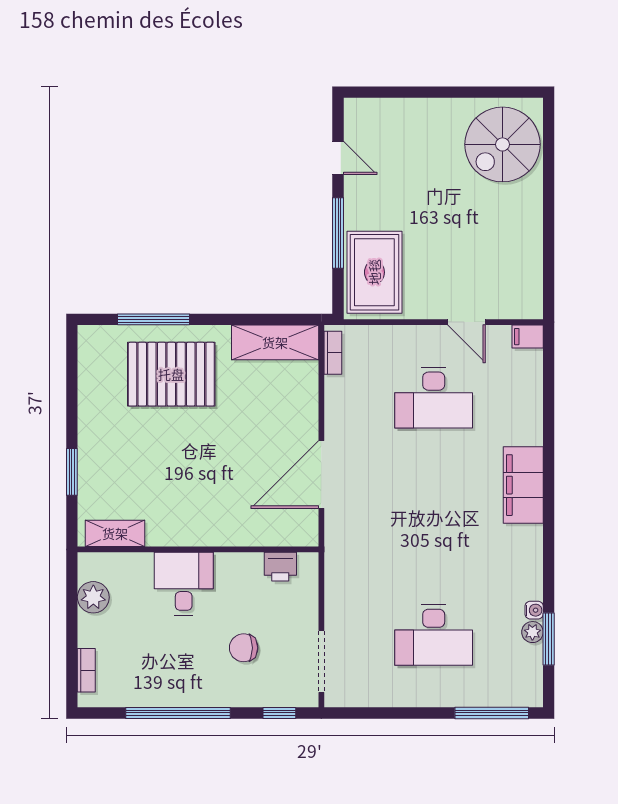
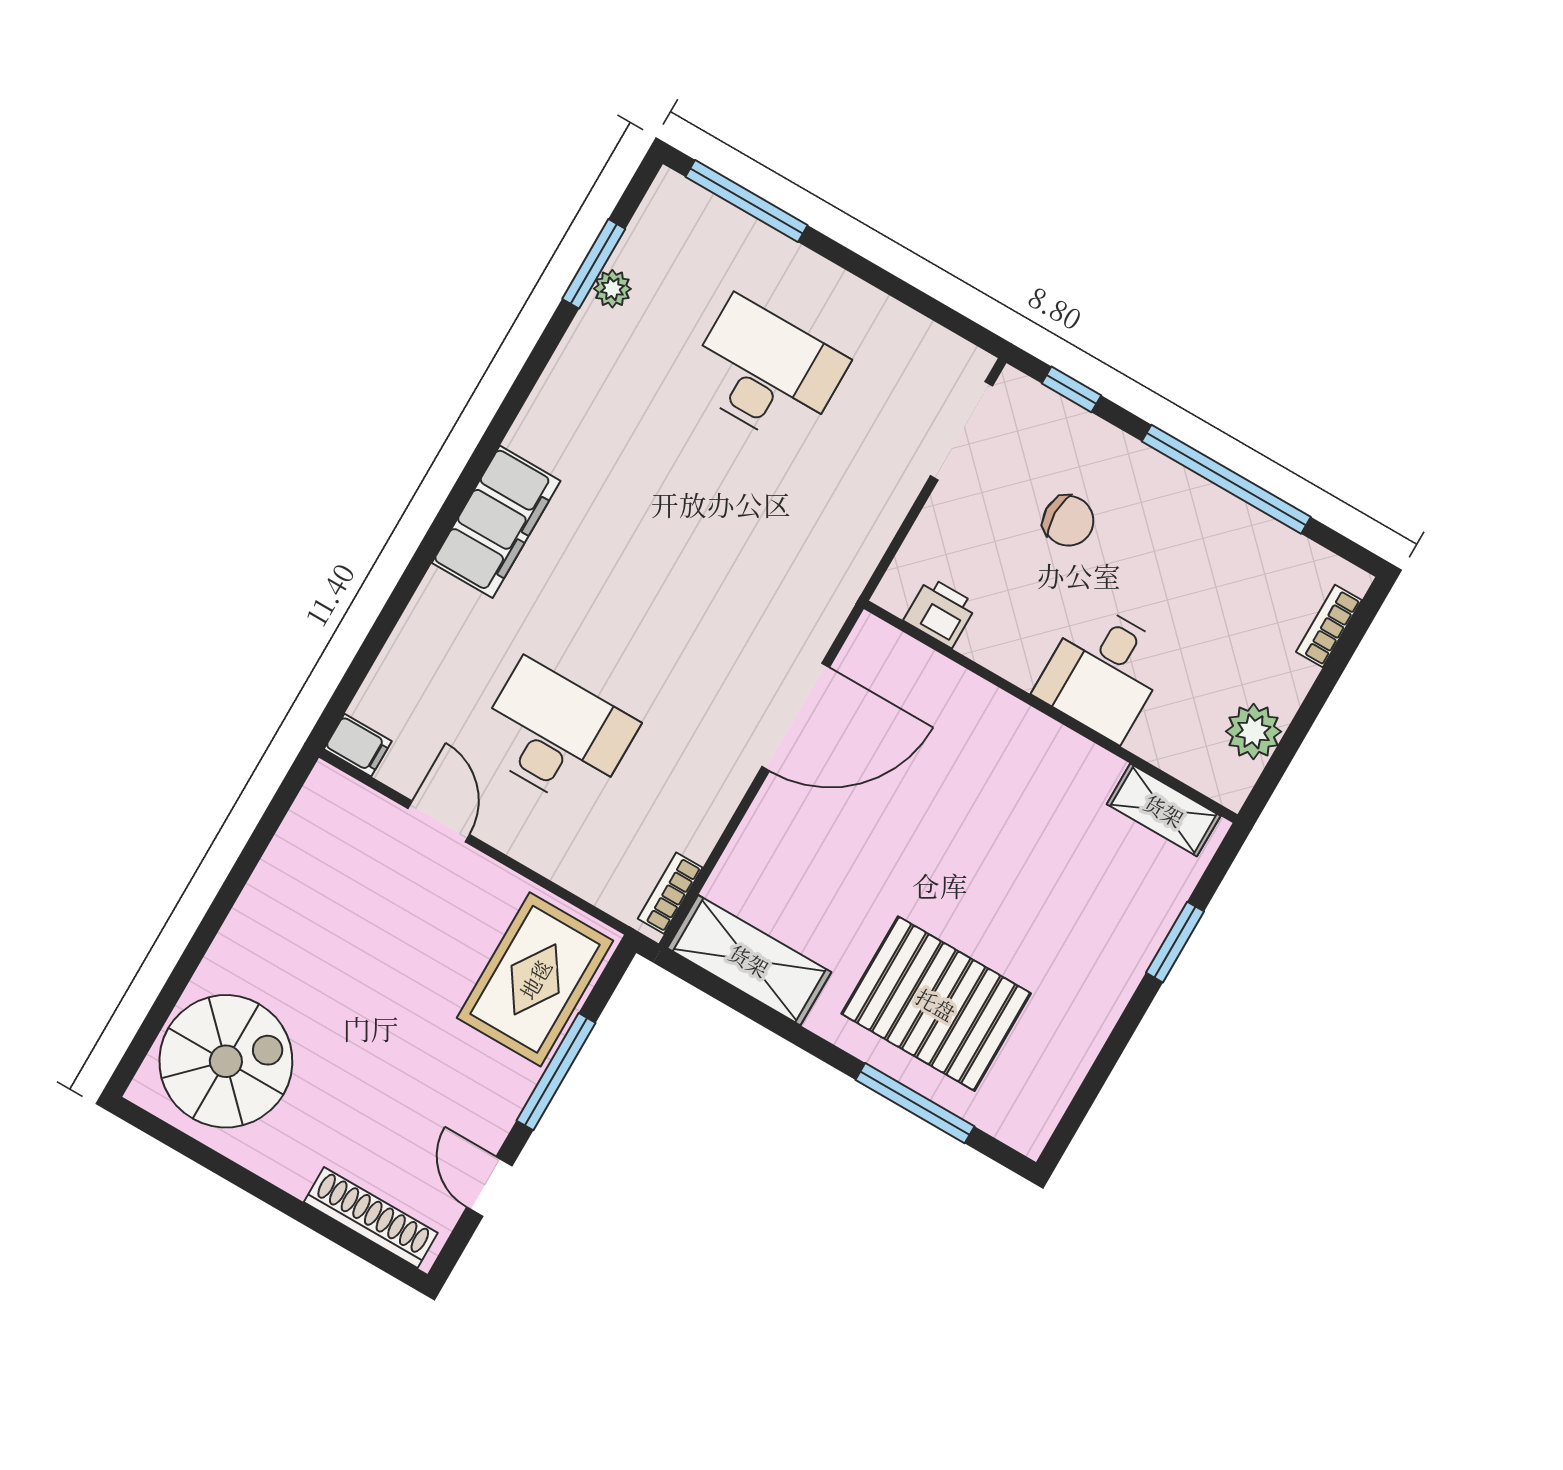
shoe rack: (387, 109) -> (371, 1217), added
water cooler: (534, 610) -> (590, 321), removed

